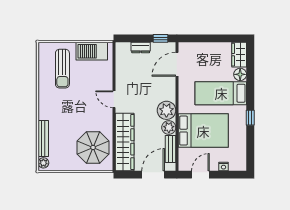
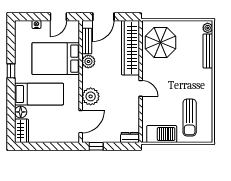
dresser: (141, 48) -> (130, 137), moved
sun lounger: (62, 69) -> (190, 118), turned 180
plant: (166, 110) -> (91, 96), moved

